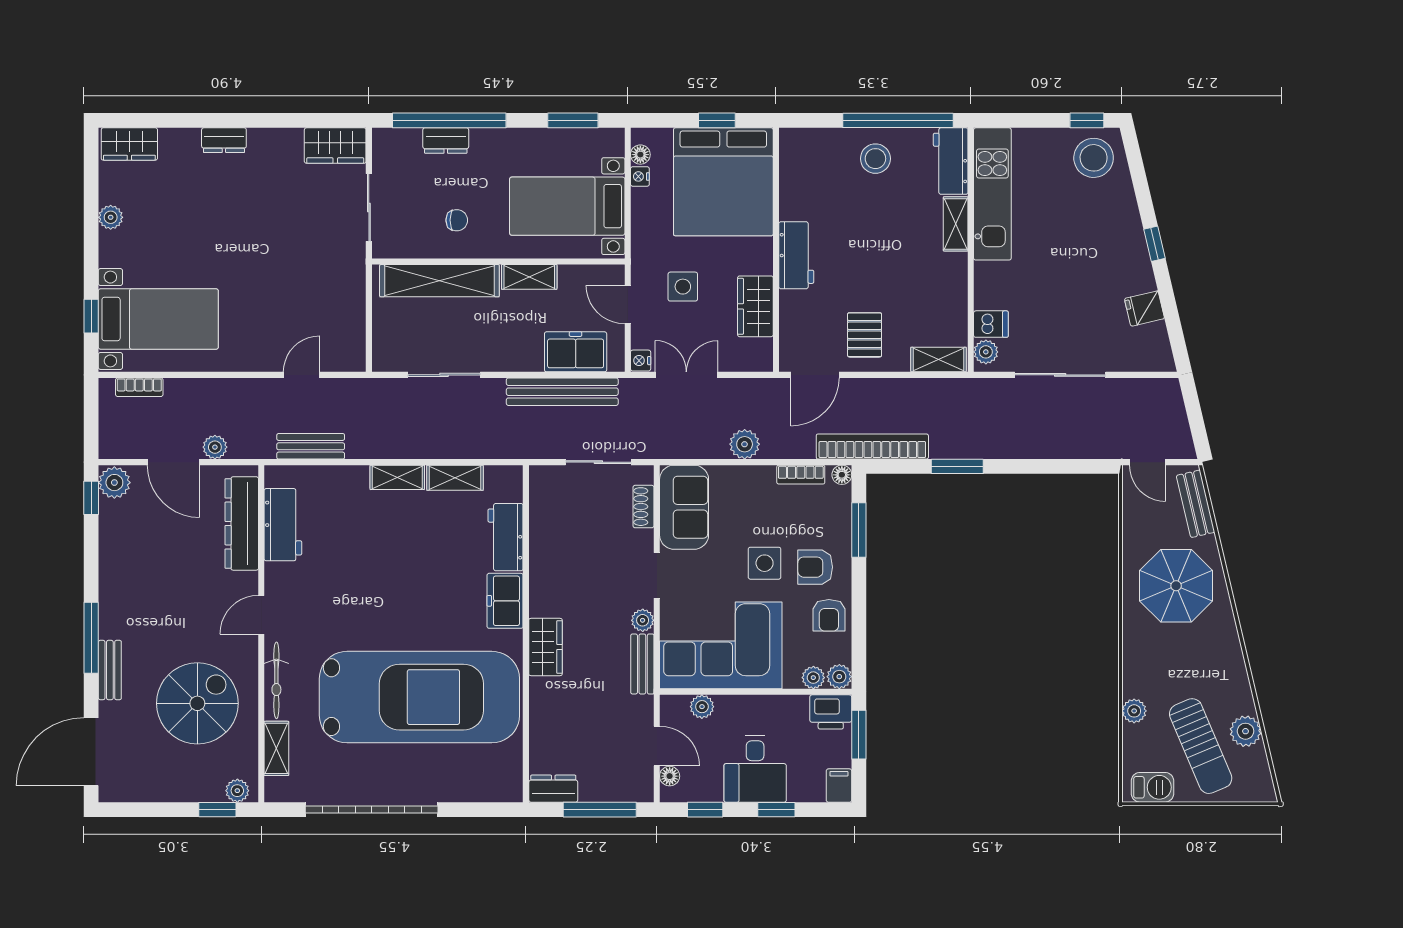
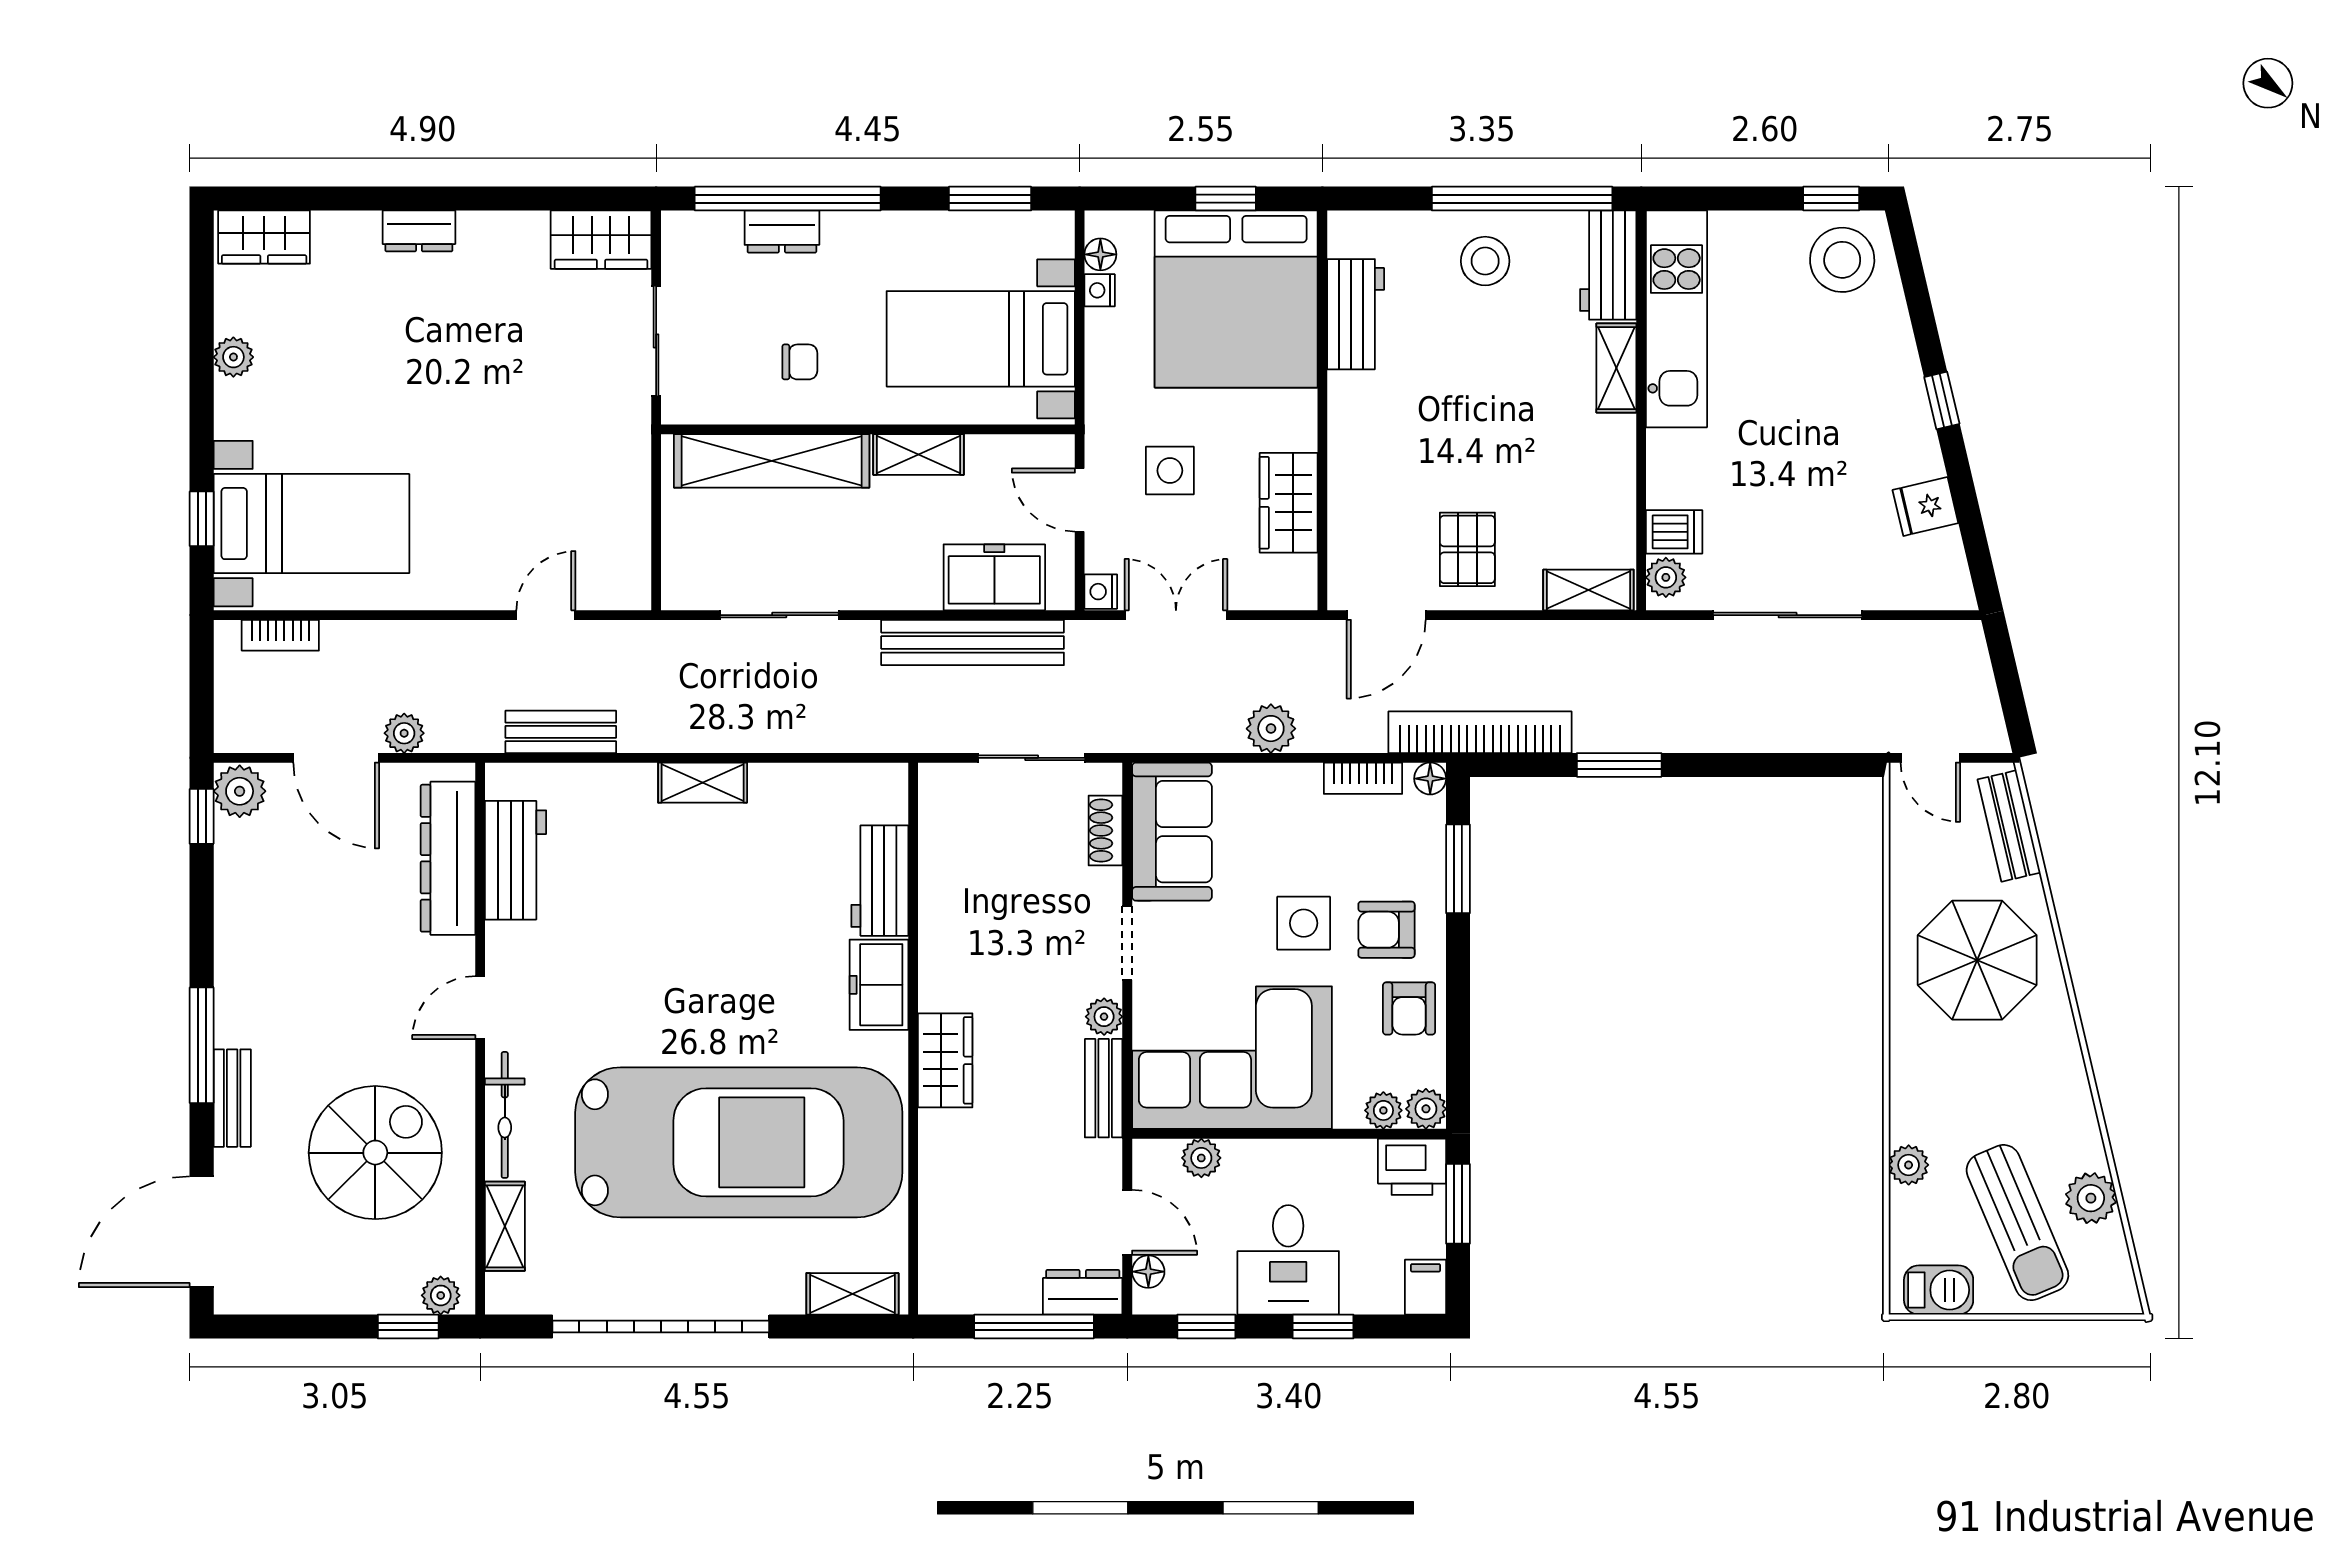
workbench: (796, 255) -> (1356, 314), moved
shelving: (455, 478) -> (852, 1294), moved
dresser: (553, 789) -> (1083, 1292), moved

